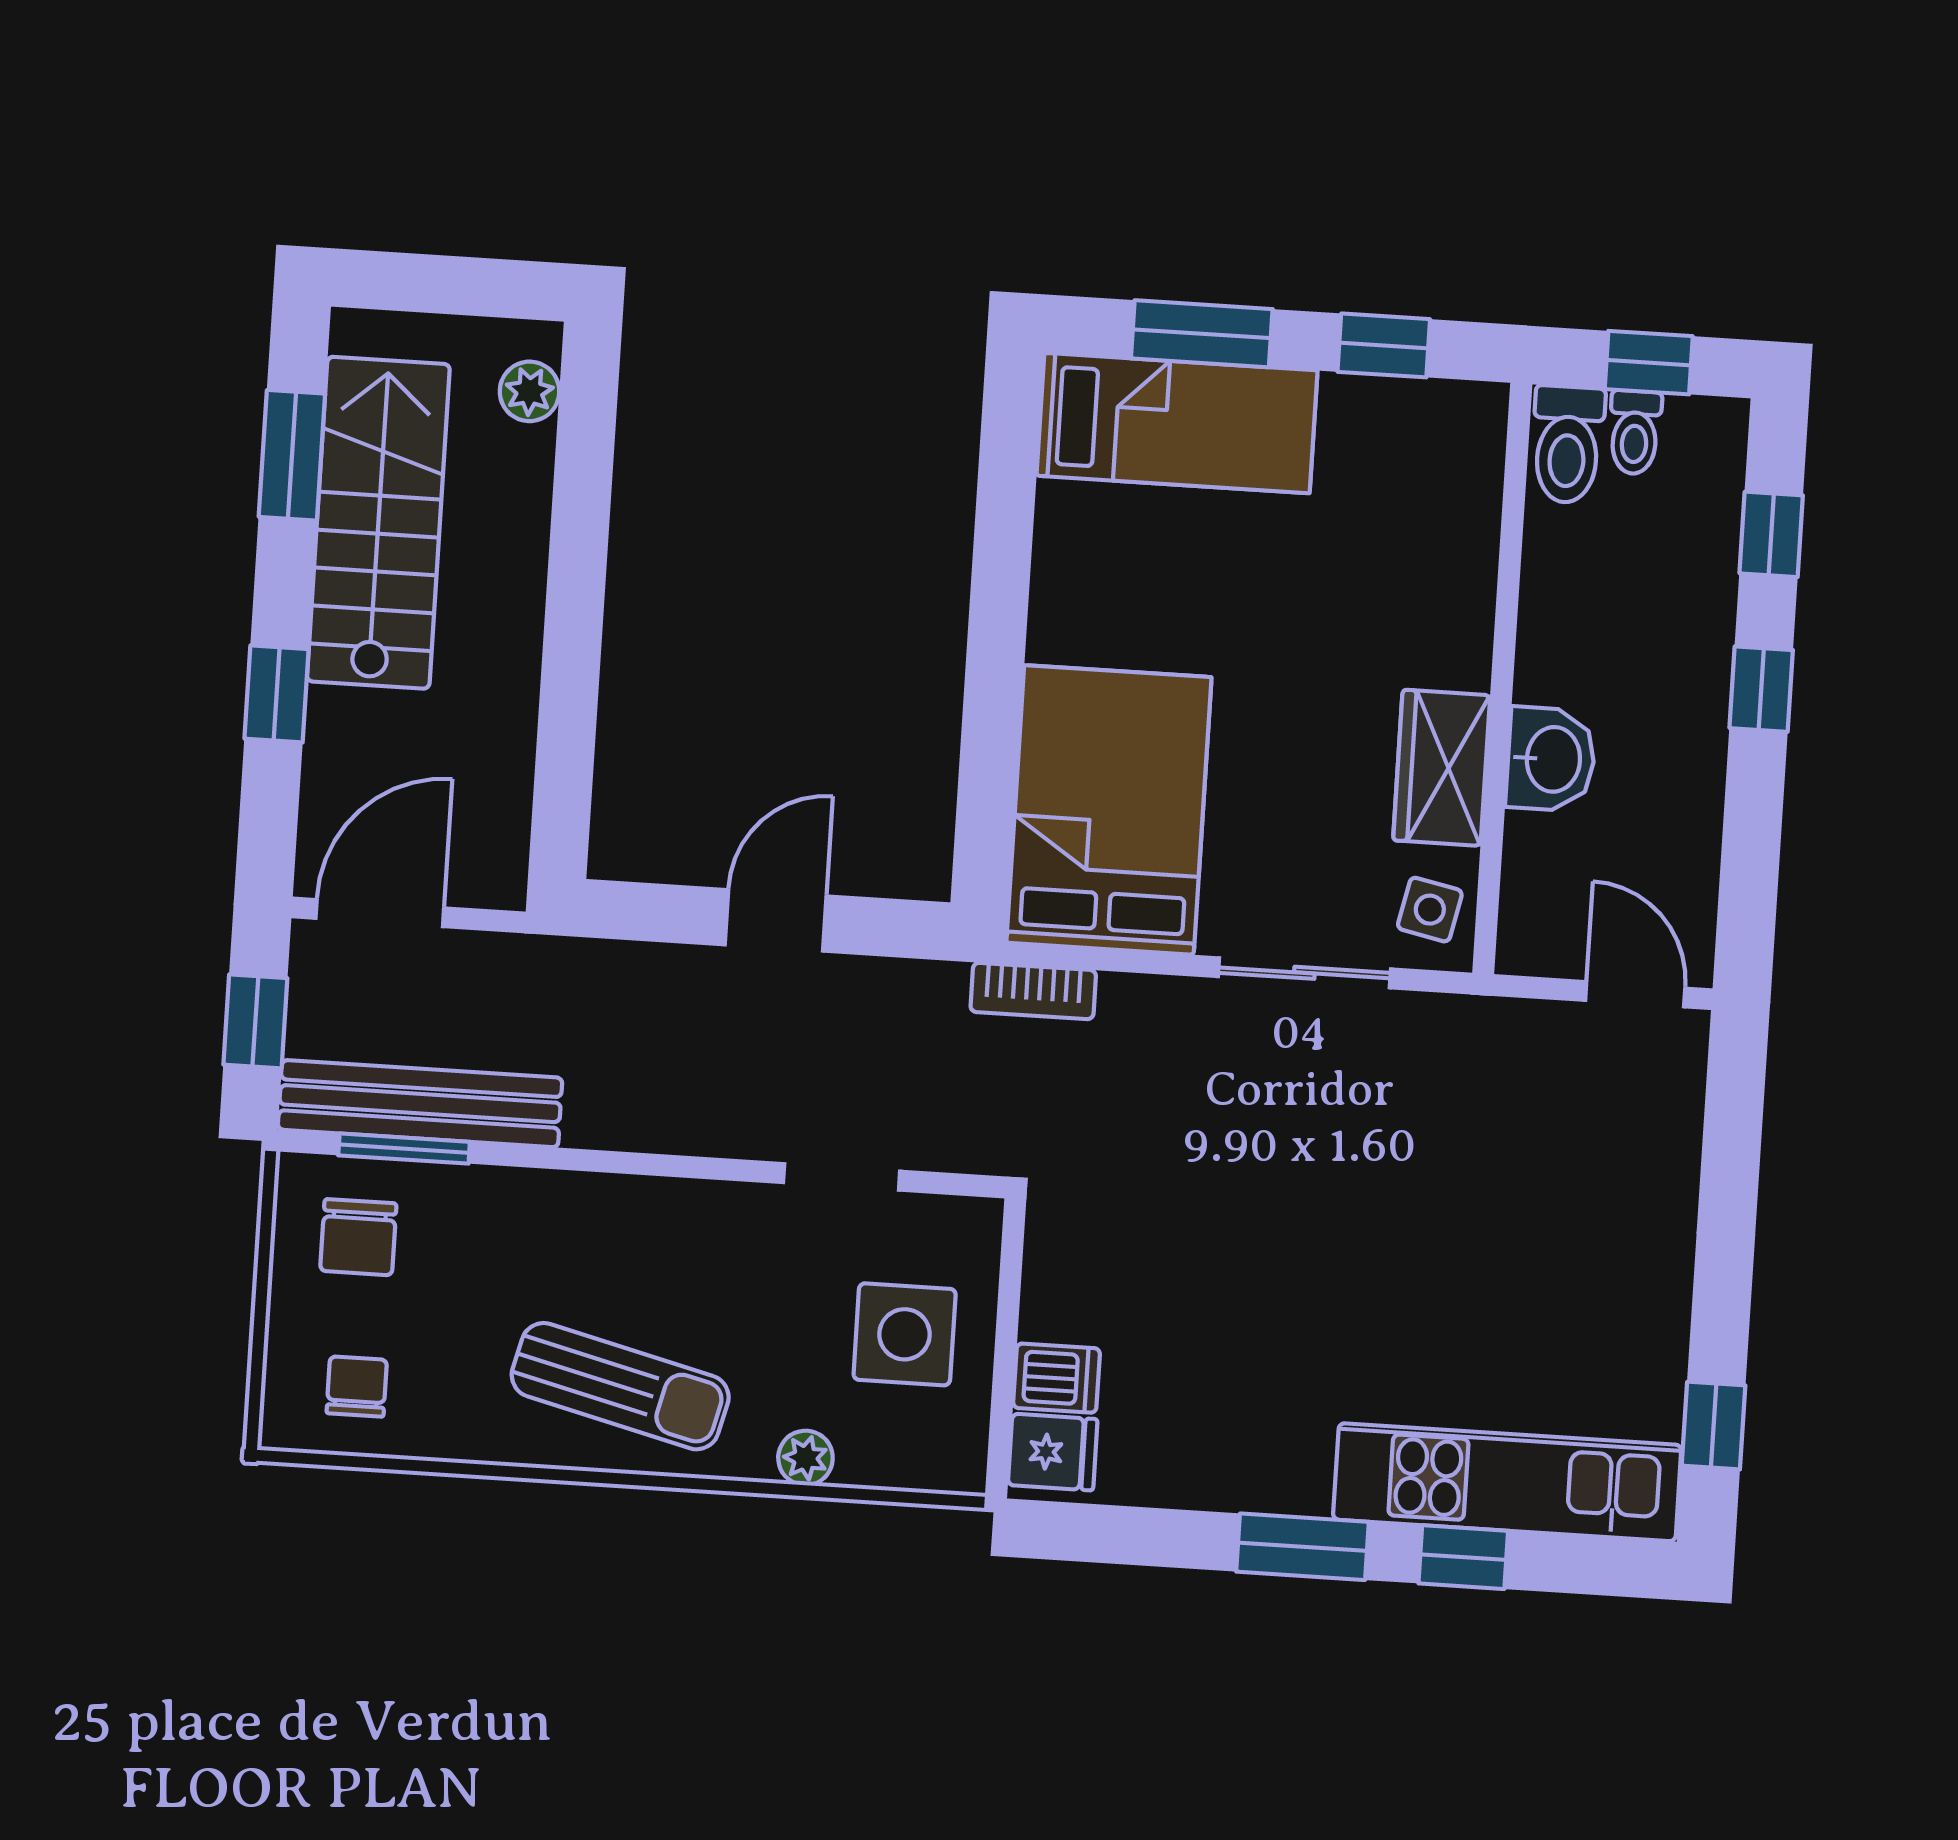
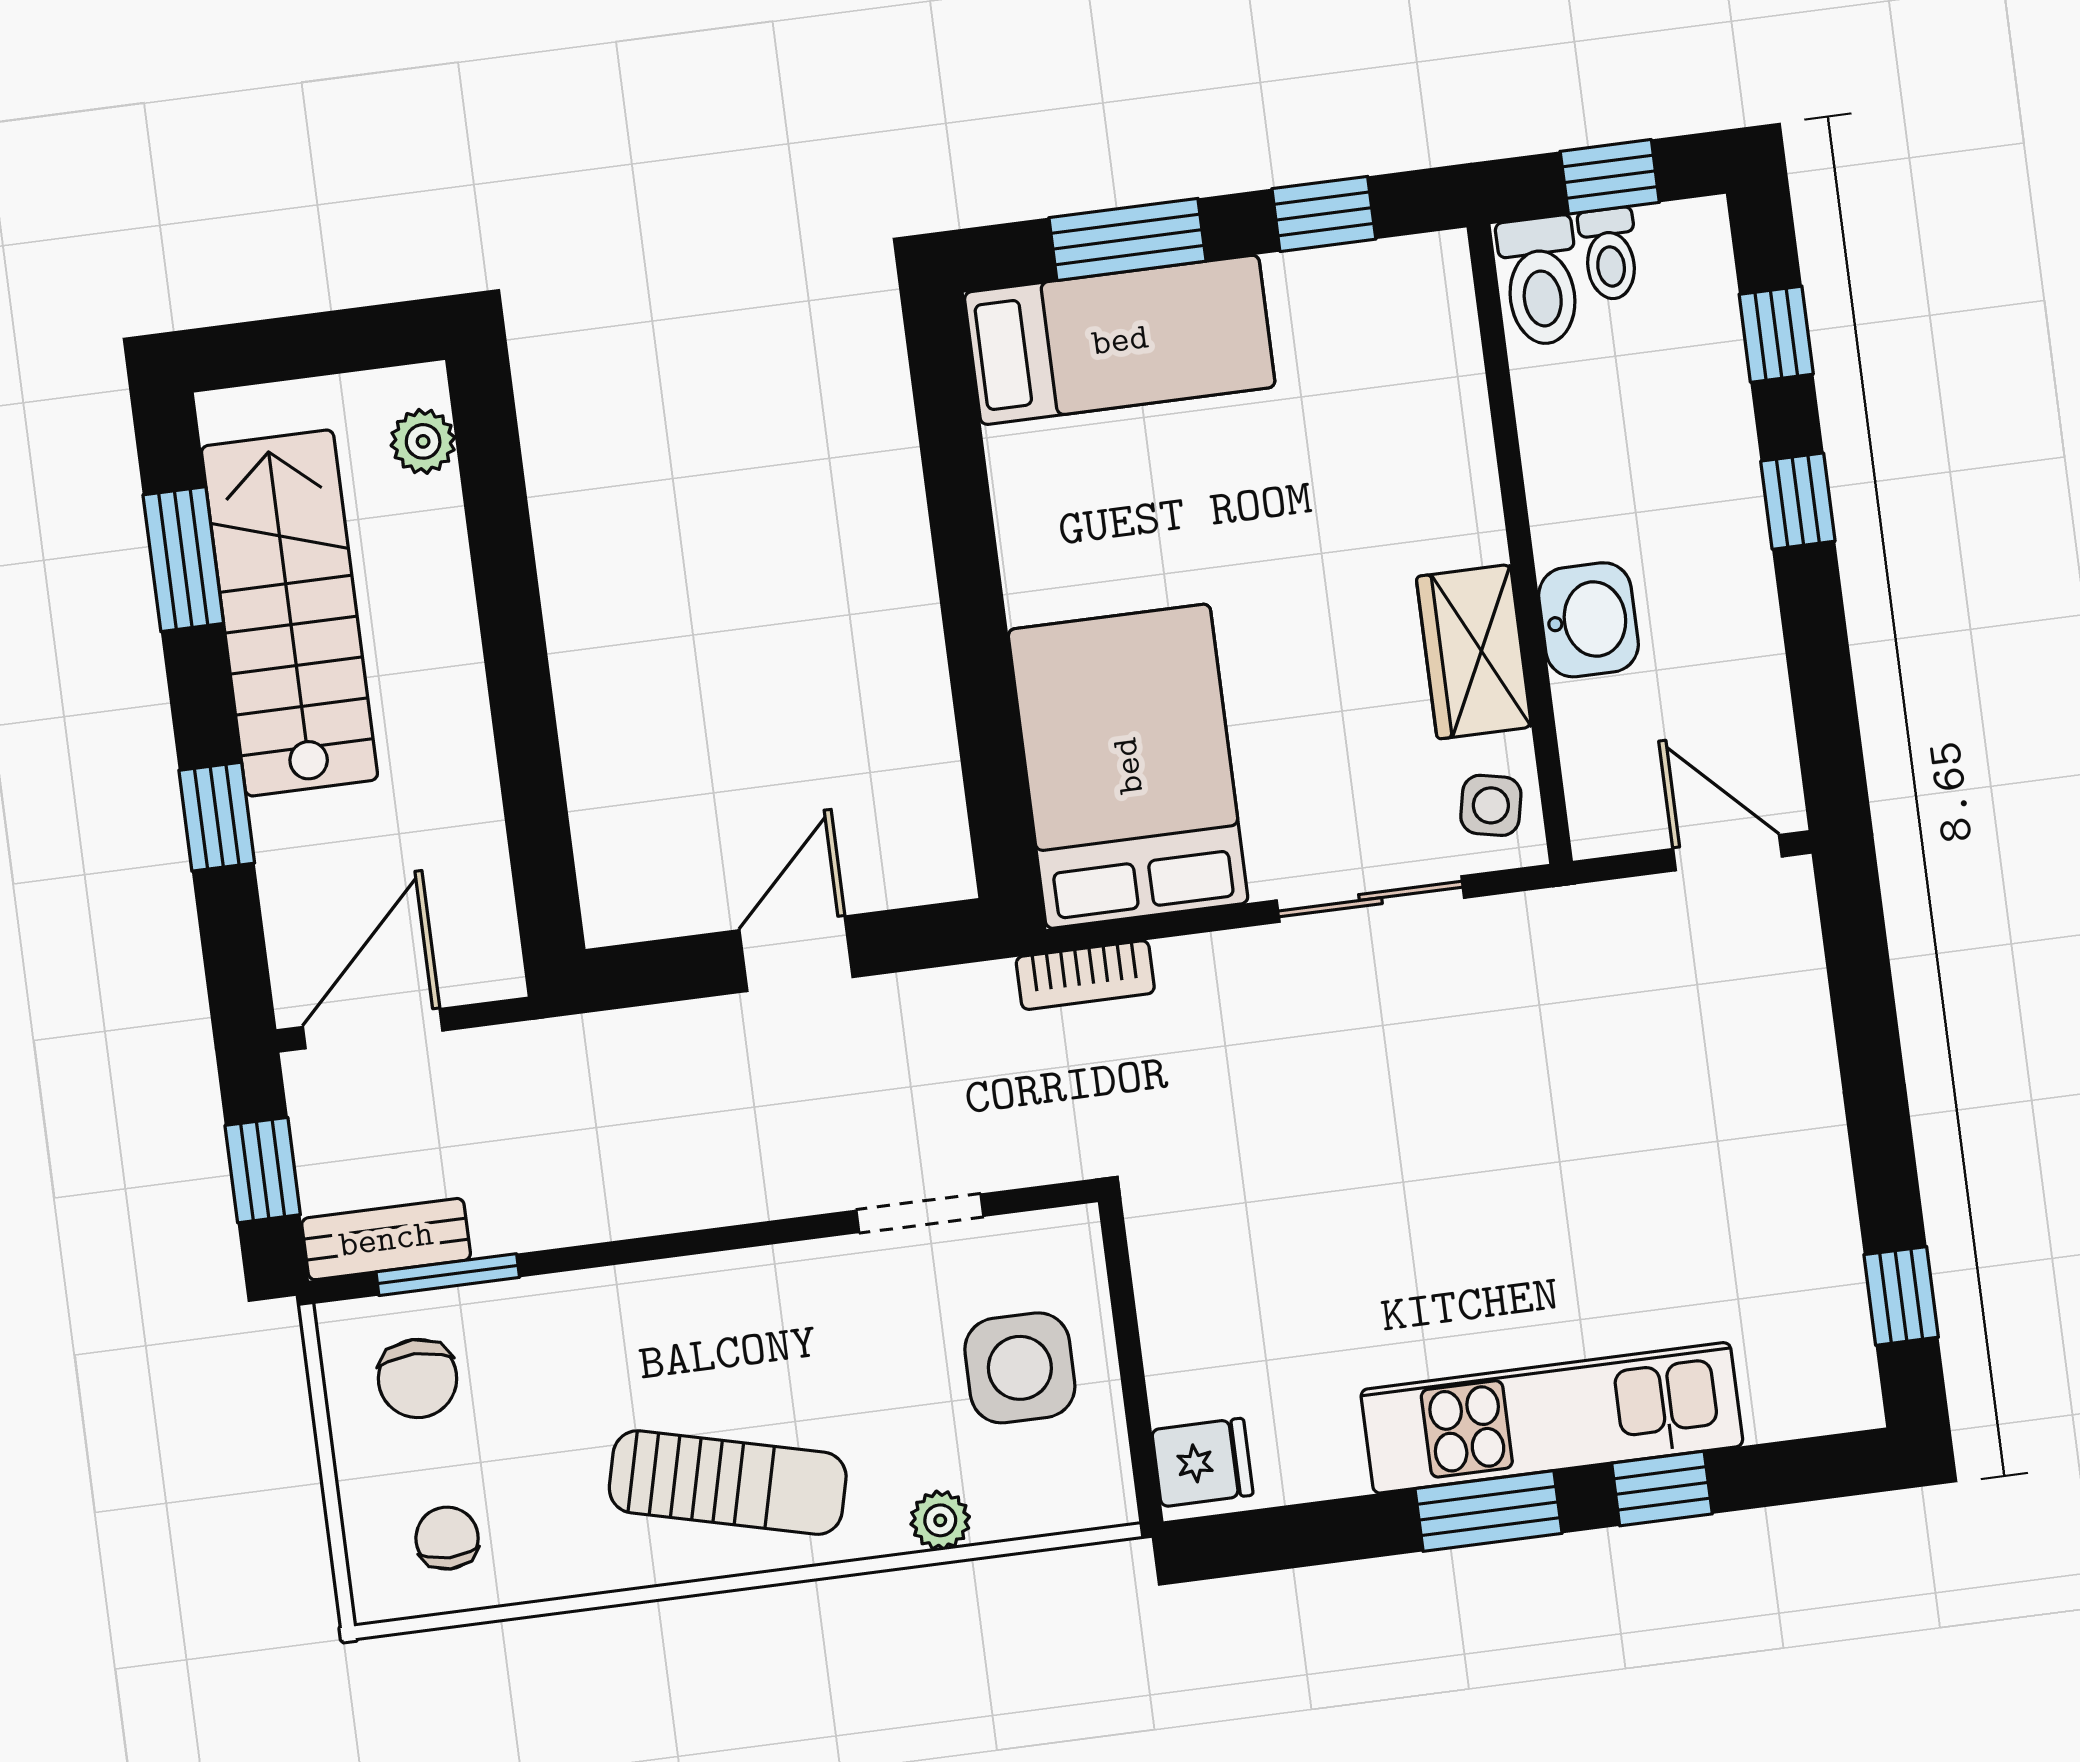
bench: (420, 1104) -> (386, 1239), width x0.54, depth x0.82
dishwasher: (1056, 1378) -> (1191, 1383), removed
kitchen unit: (1507, 1482) -> (1552, 1418), moved

